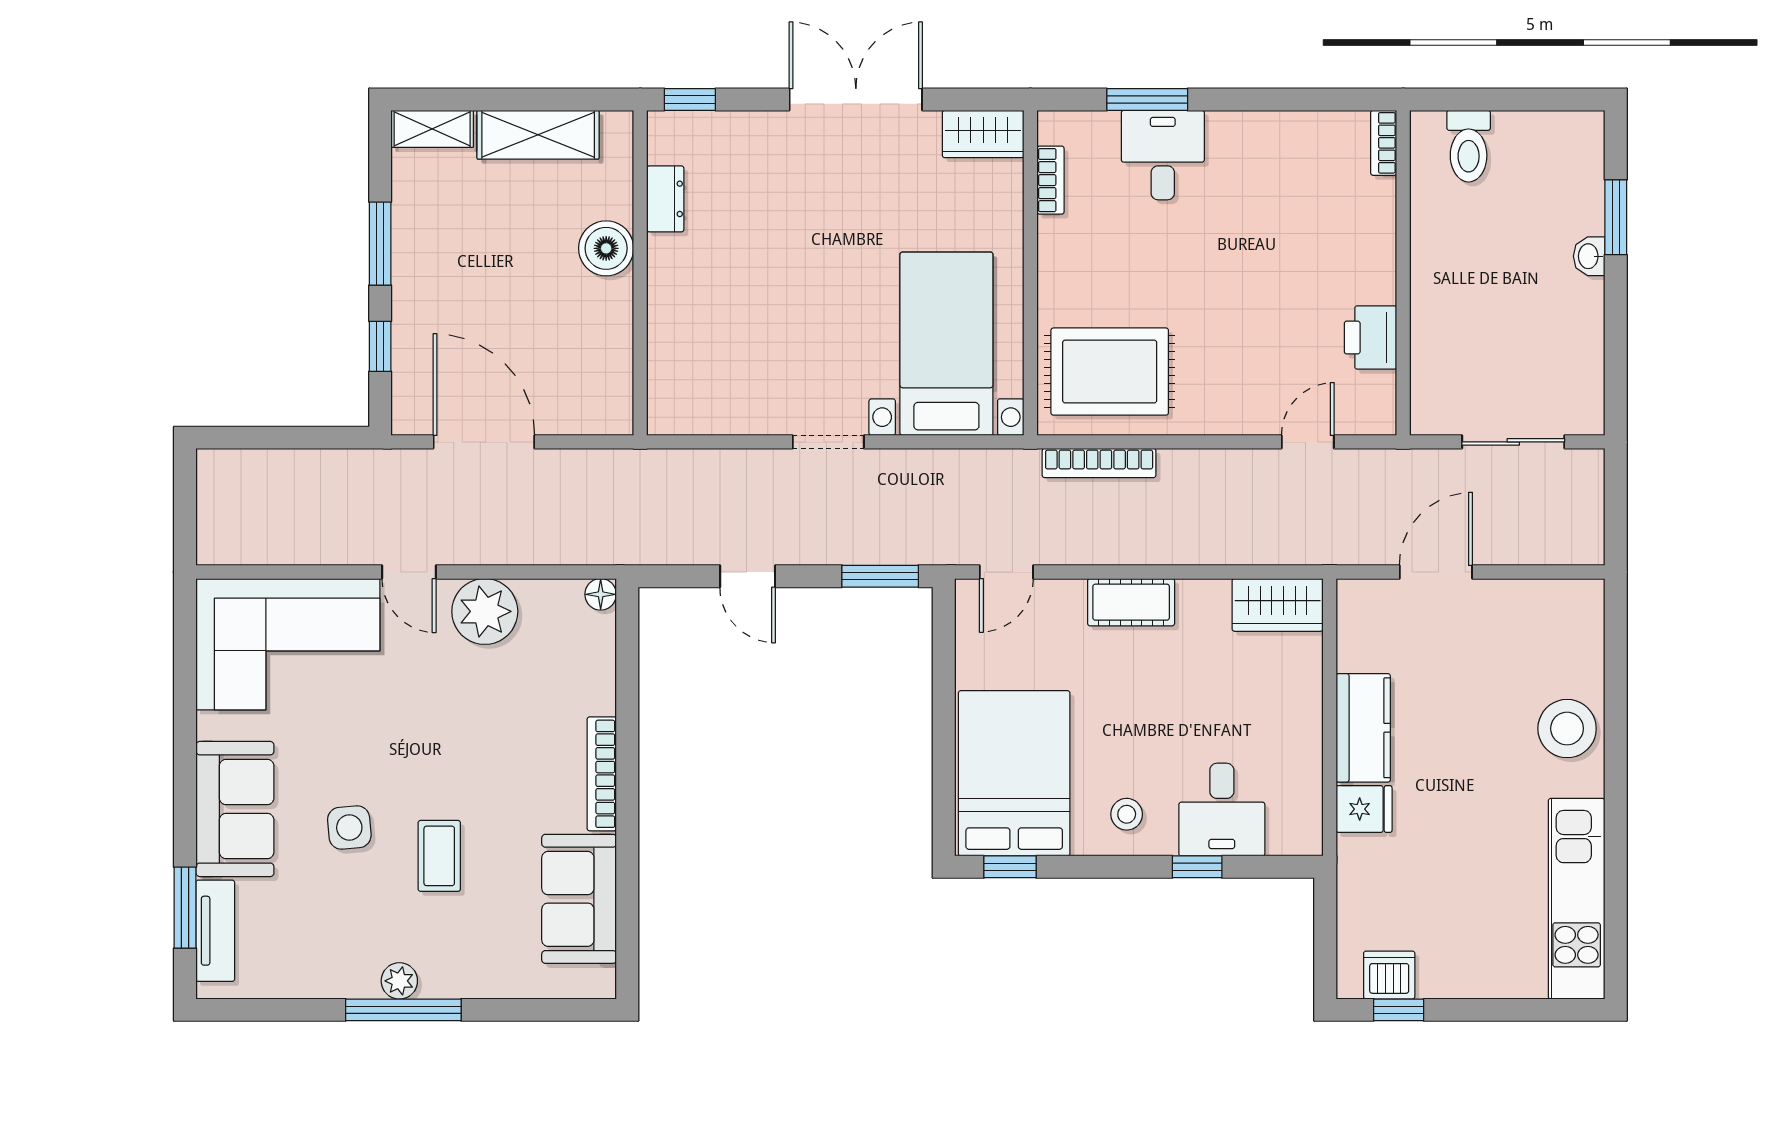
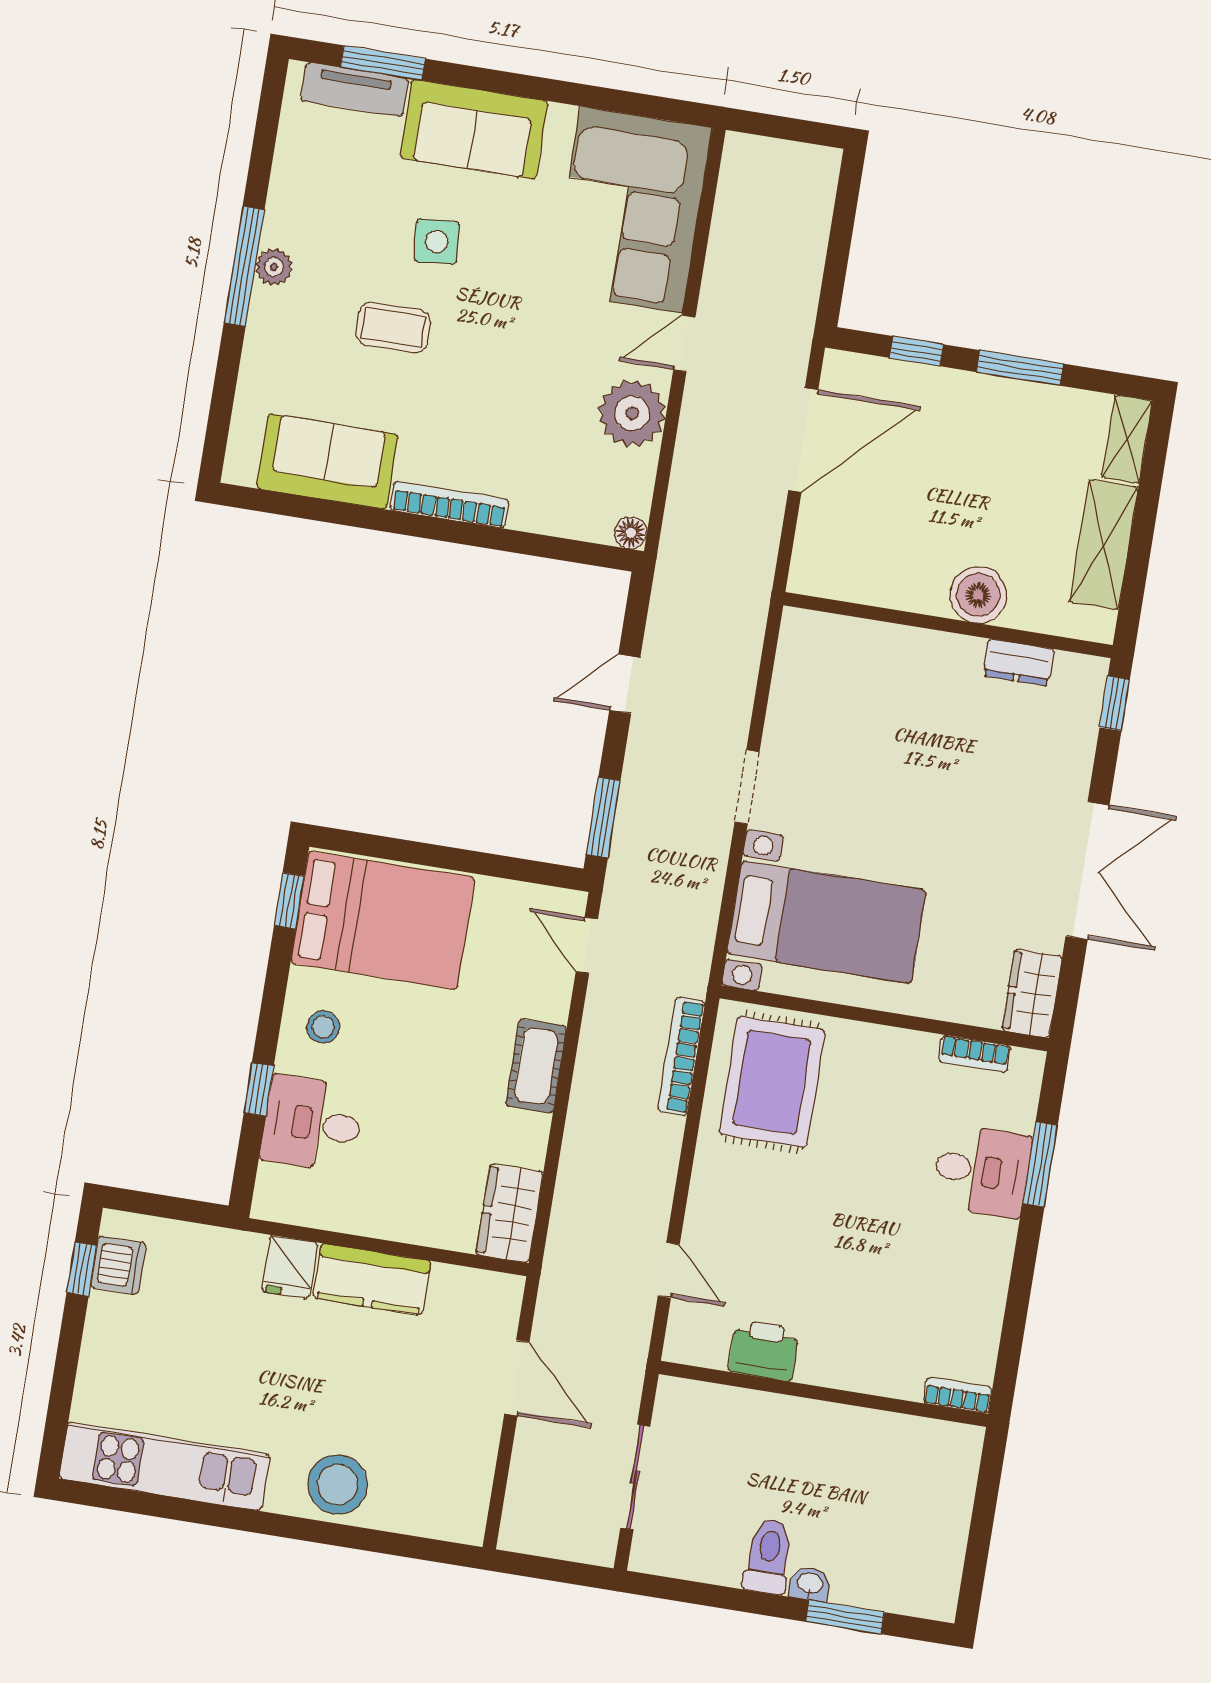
toilet: (1469, 146) -> (768, 1556), moved, turned 90

